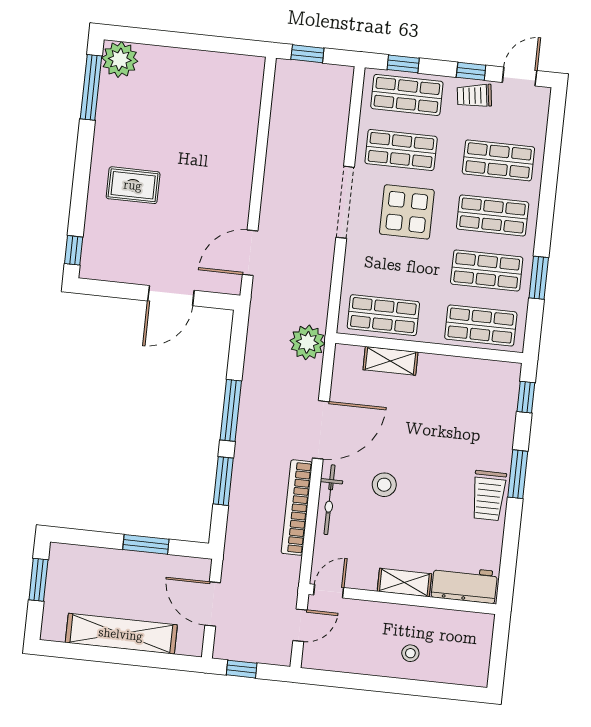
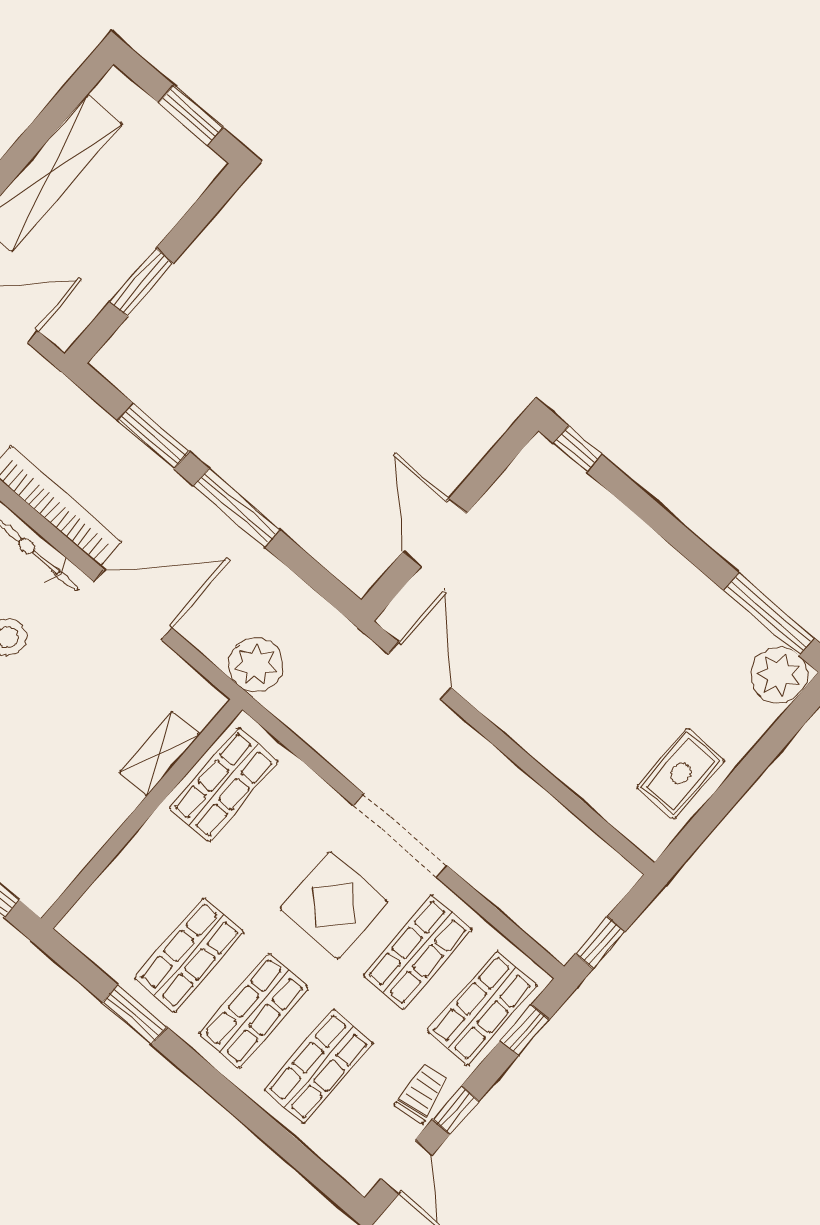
window: (307, 54) -> (600, 943), moved
rug: (133, 185) -> (681, 774), moved
shop shelf: (481, 326) -> (125, 899), removed
door: (321, 430) -> (133, 605), swing flipped

